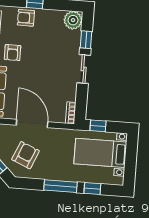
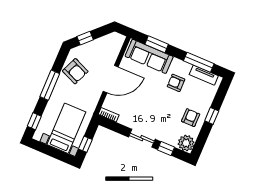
armchair: (26, 18) -> (191, 118), moved
window: (98, 126) -> (85, 144), moved
armchair: (26, 155) -> (75, 71), moved
window: (92, 189) -> (34, 121), moved

